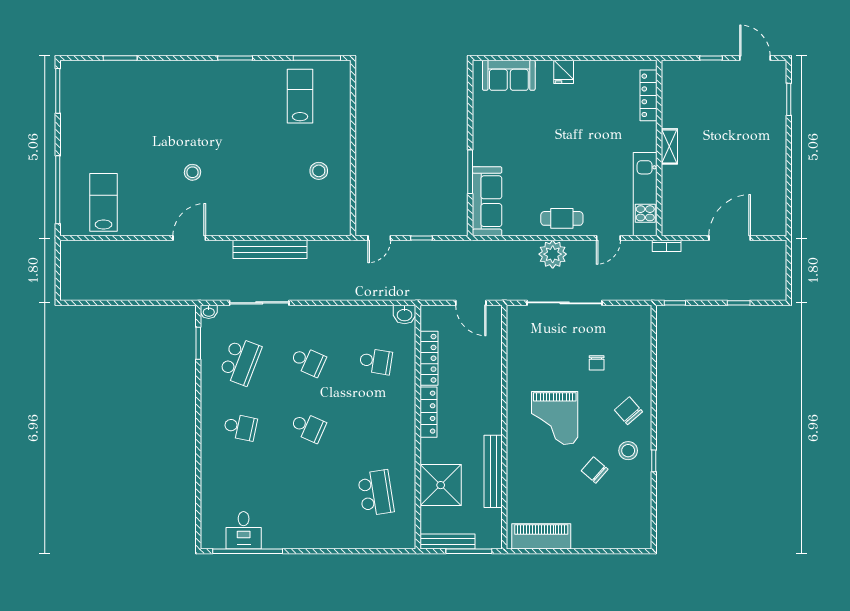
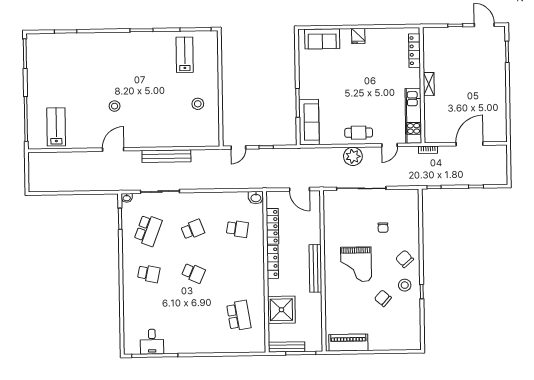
school desk: (308, 361) -> (193, 230), turned -45
bench: (493, 471) -> (315, 268), moved

